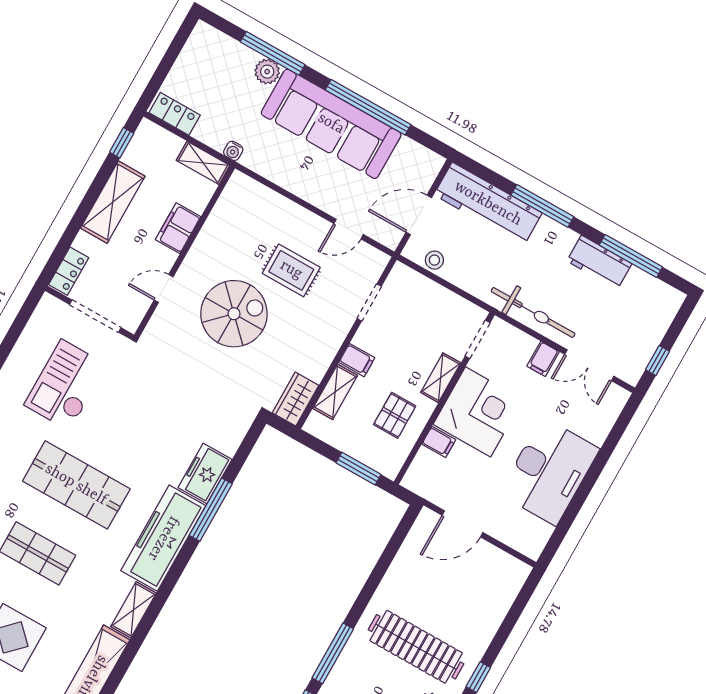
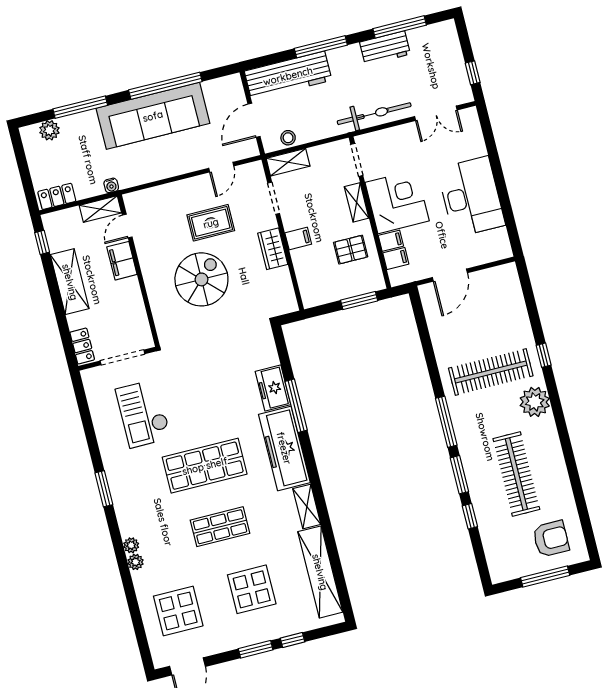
plant: (267, 72) -> (49, 130), moved
door: (164, 288) -> (127, 226), moved
filing cabinet: (543, 359) -> (396, 259), moved, turned -90
shelving: (335, 392) -> (288, 162), moved, turned 90
wardrobe: (296, 399) -> (273, 249), moved
pallet: (395, 415) -> (351, 250), turned 90

